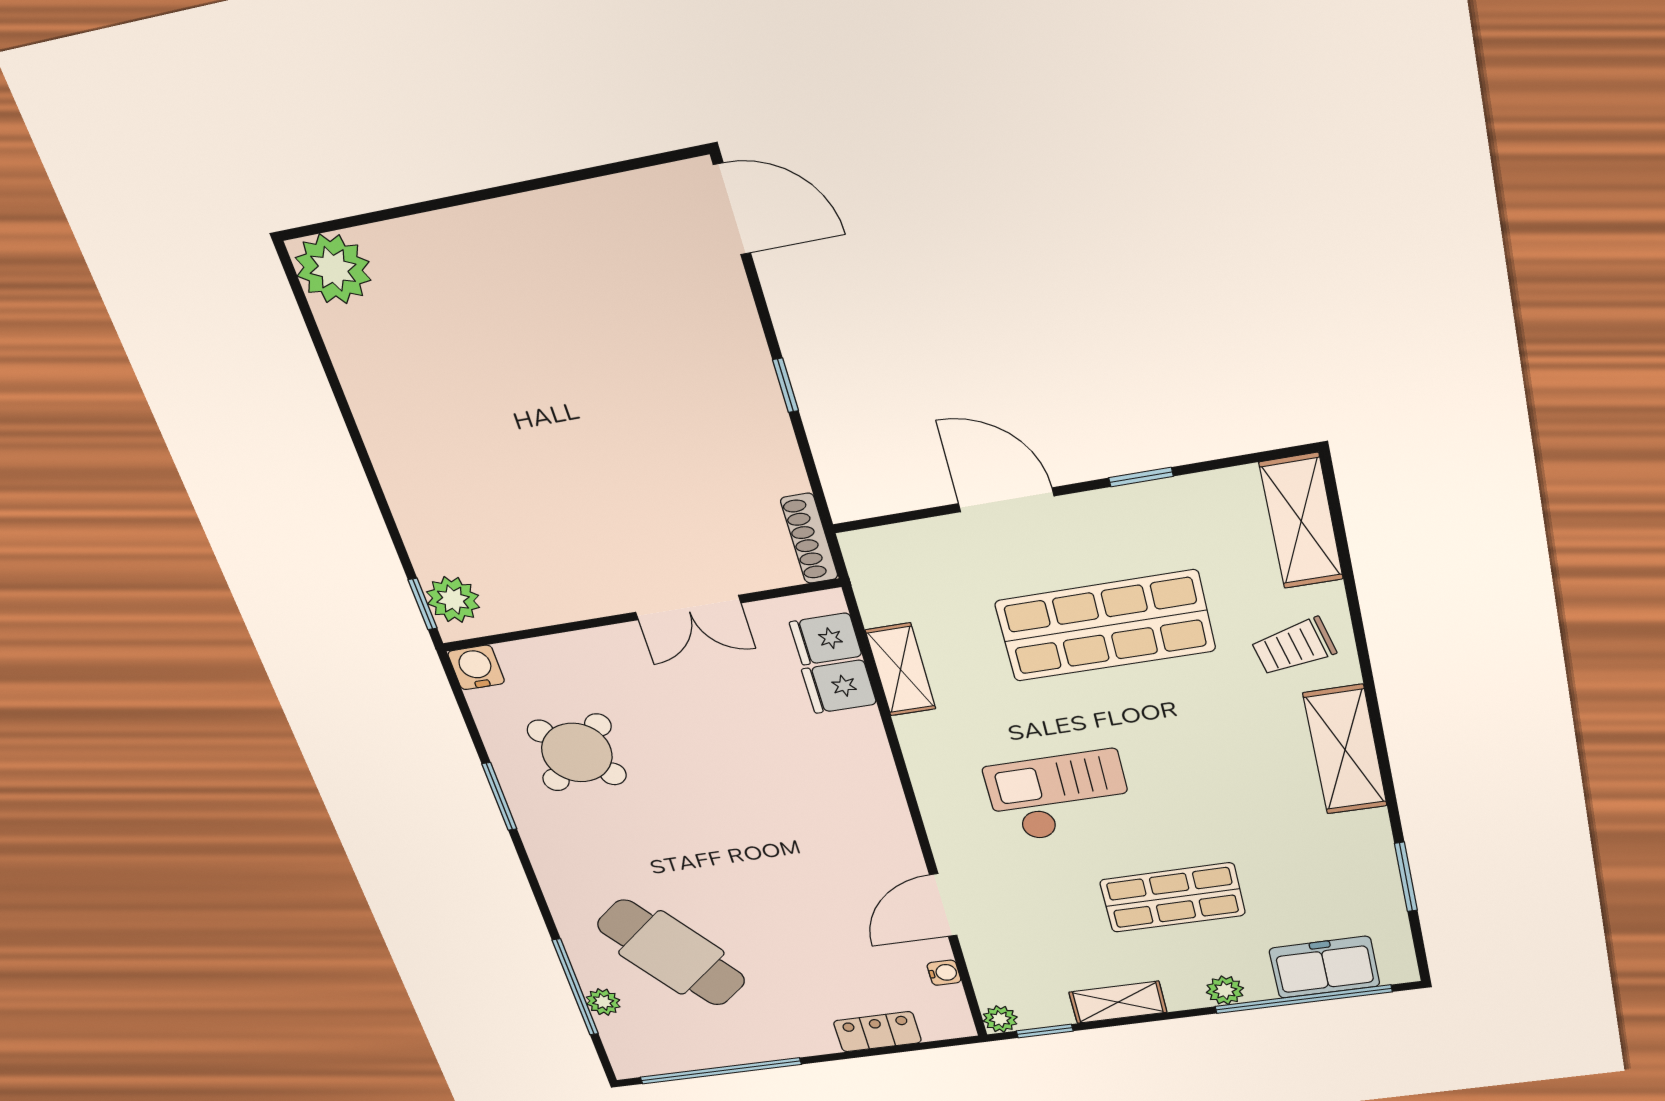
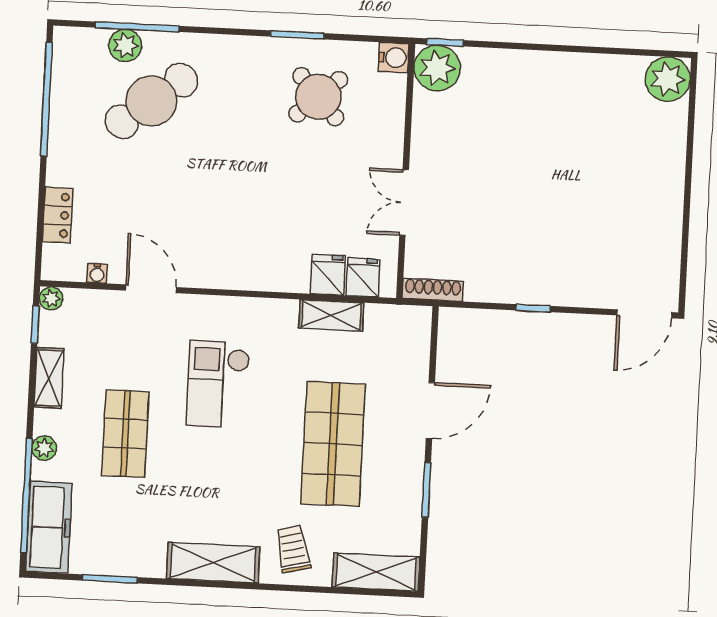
window: (1141, 477) -> (426, 490), width x1.50
plant: (453, 600) -> (437, 68), width x1.36, depth x1.36
checkout: (1059, 796) -> (218, 384), turned 180
freezer: (1324, 967) -> (49, 527), width x1.40
plant: (603, 1002) -> (125, 46), width x1.38, depth x1.38

